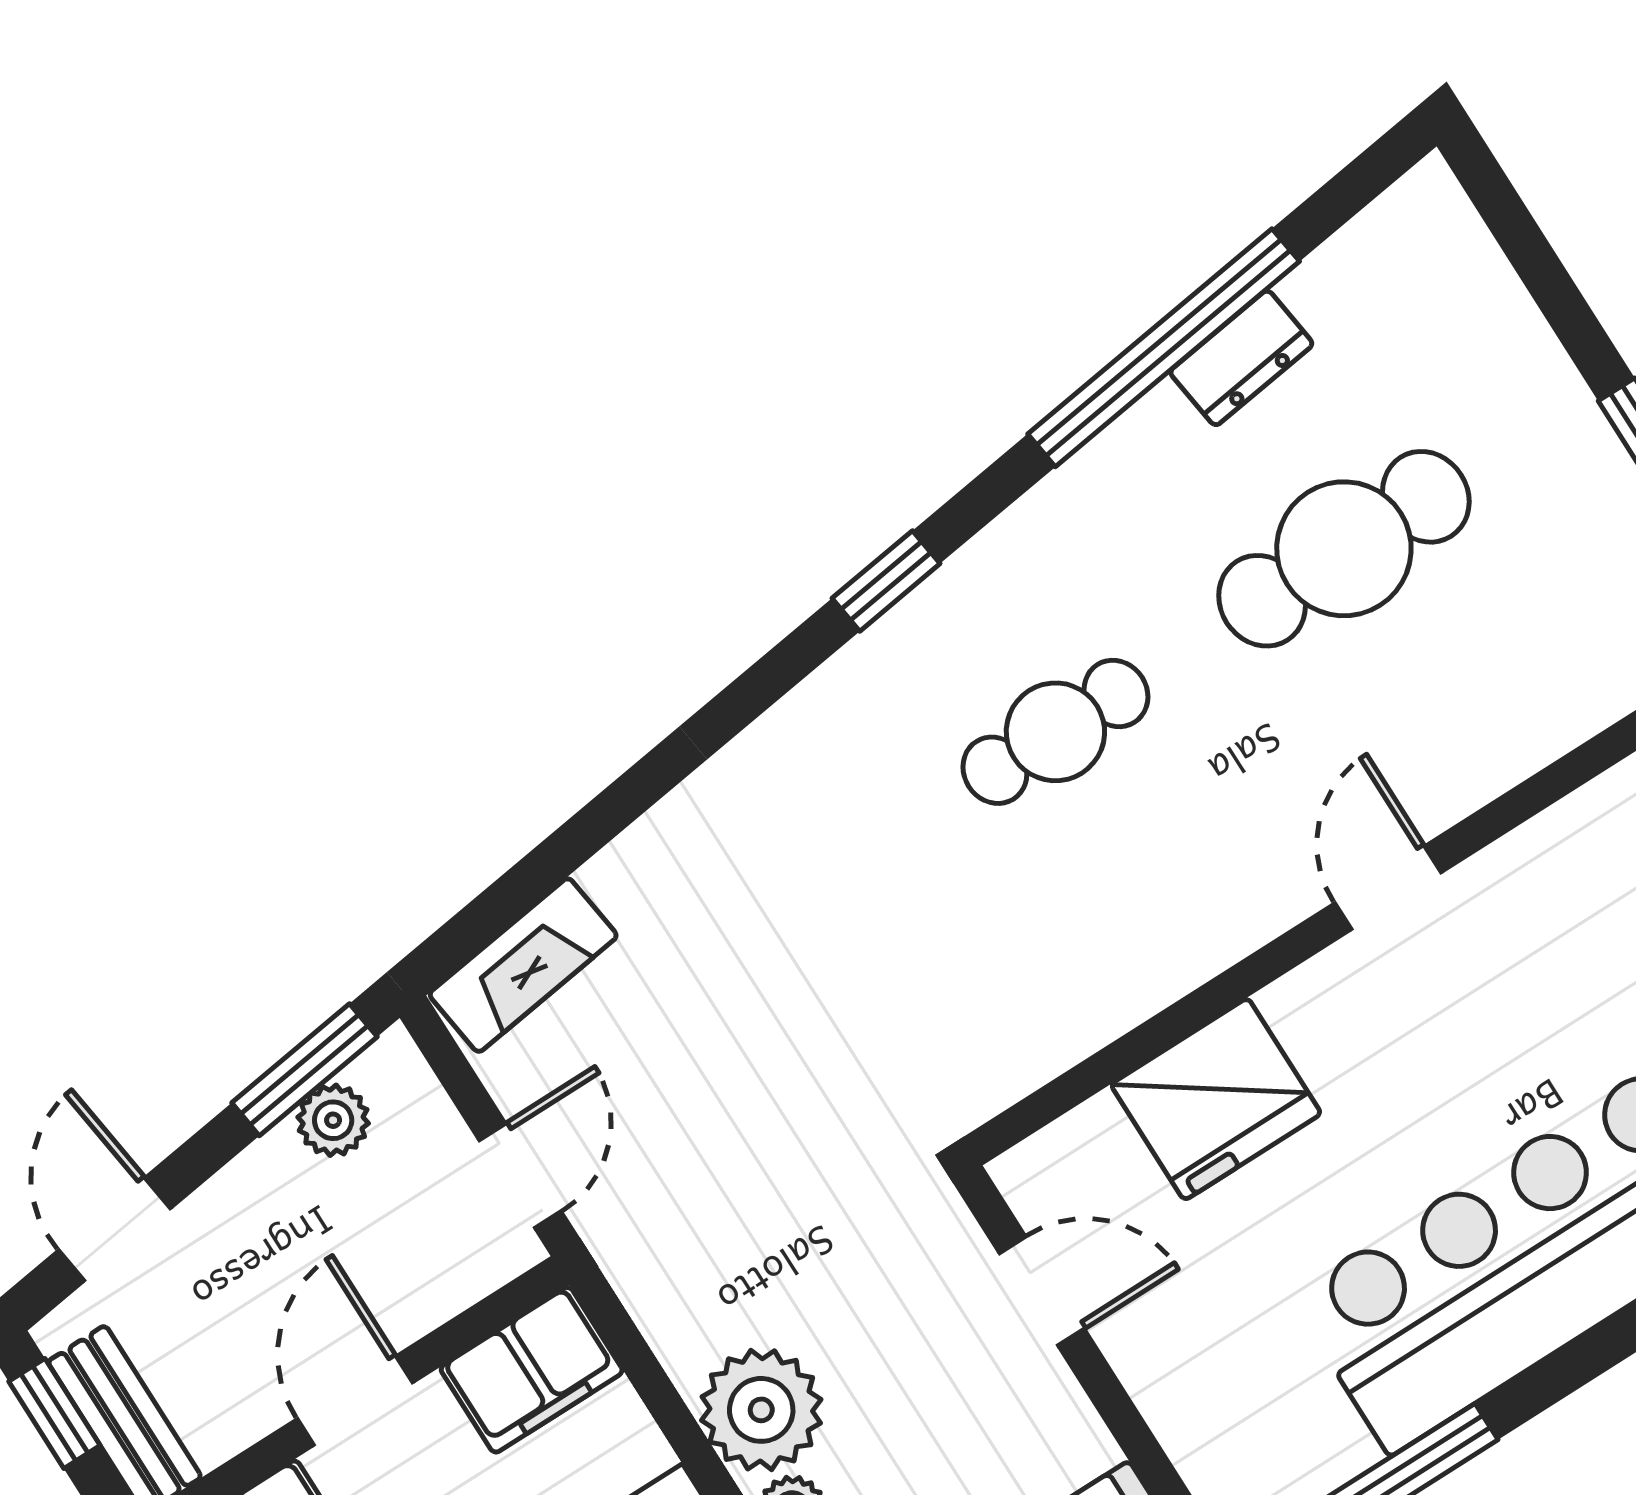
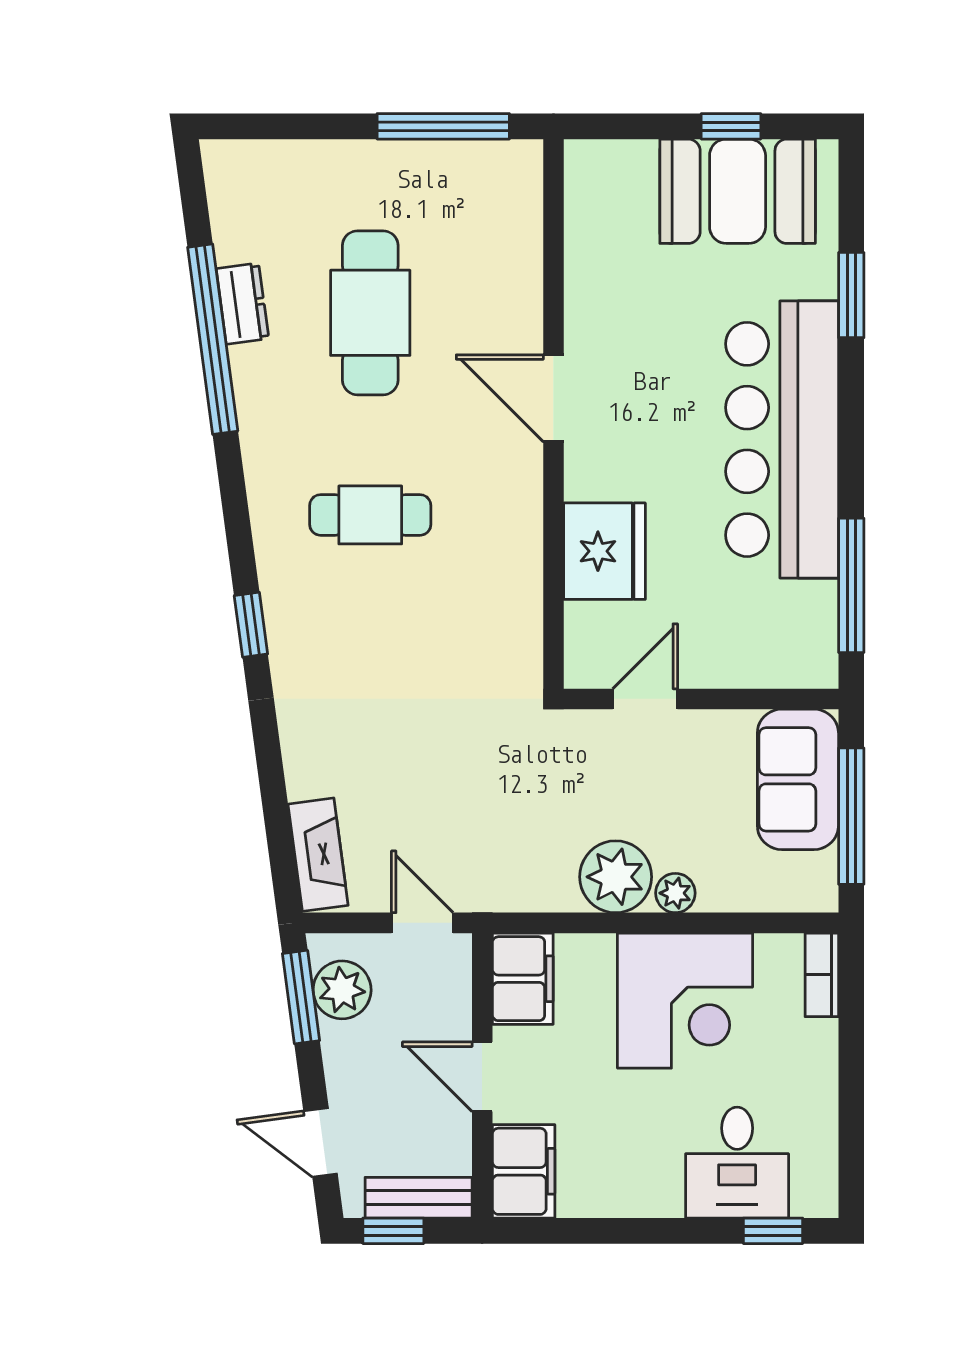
window: (886, 581) -> (251, 625), moved
cafe table: (1055, 732) -> (370, 515), turned 90
door: (1388, 888) -> (553, 398), width x1.38
plant: (333, 1120) -> (342, 990), width x1.38, depth x1.38

